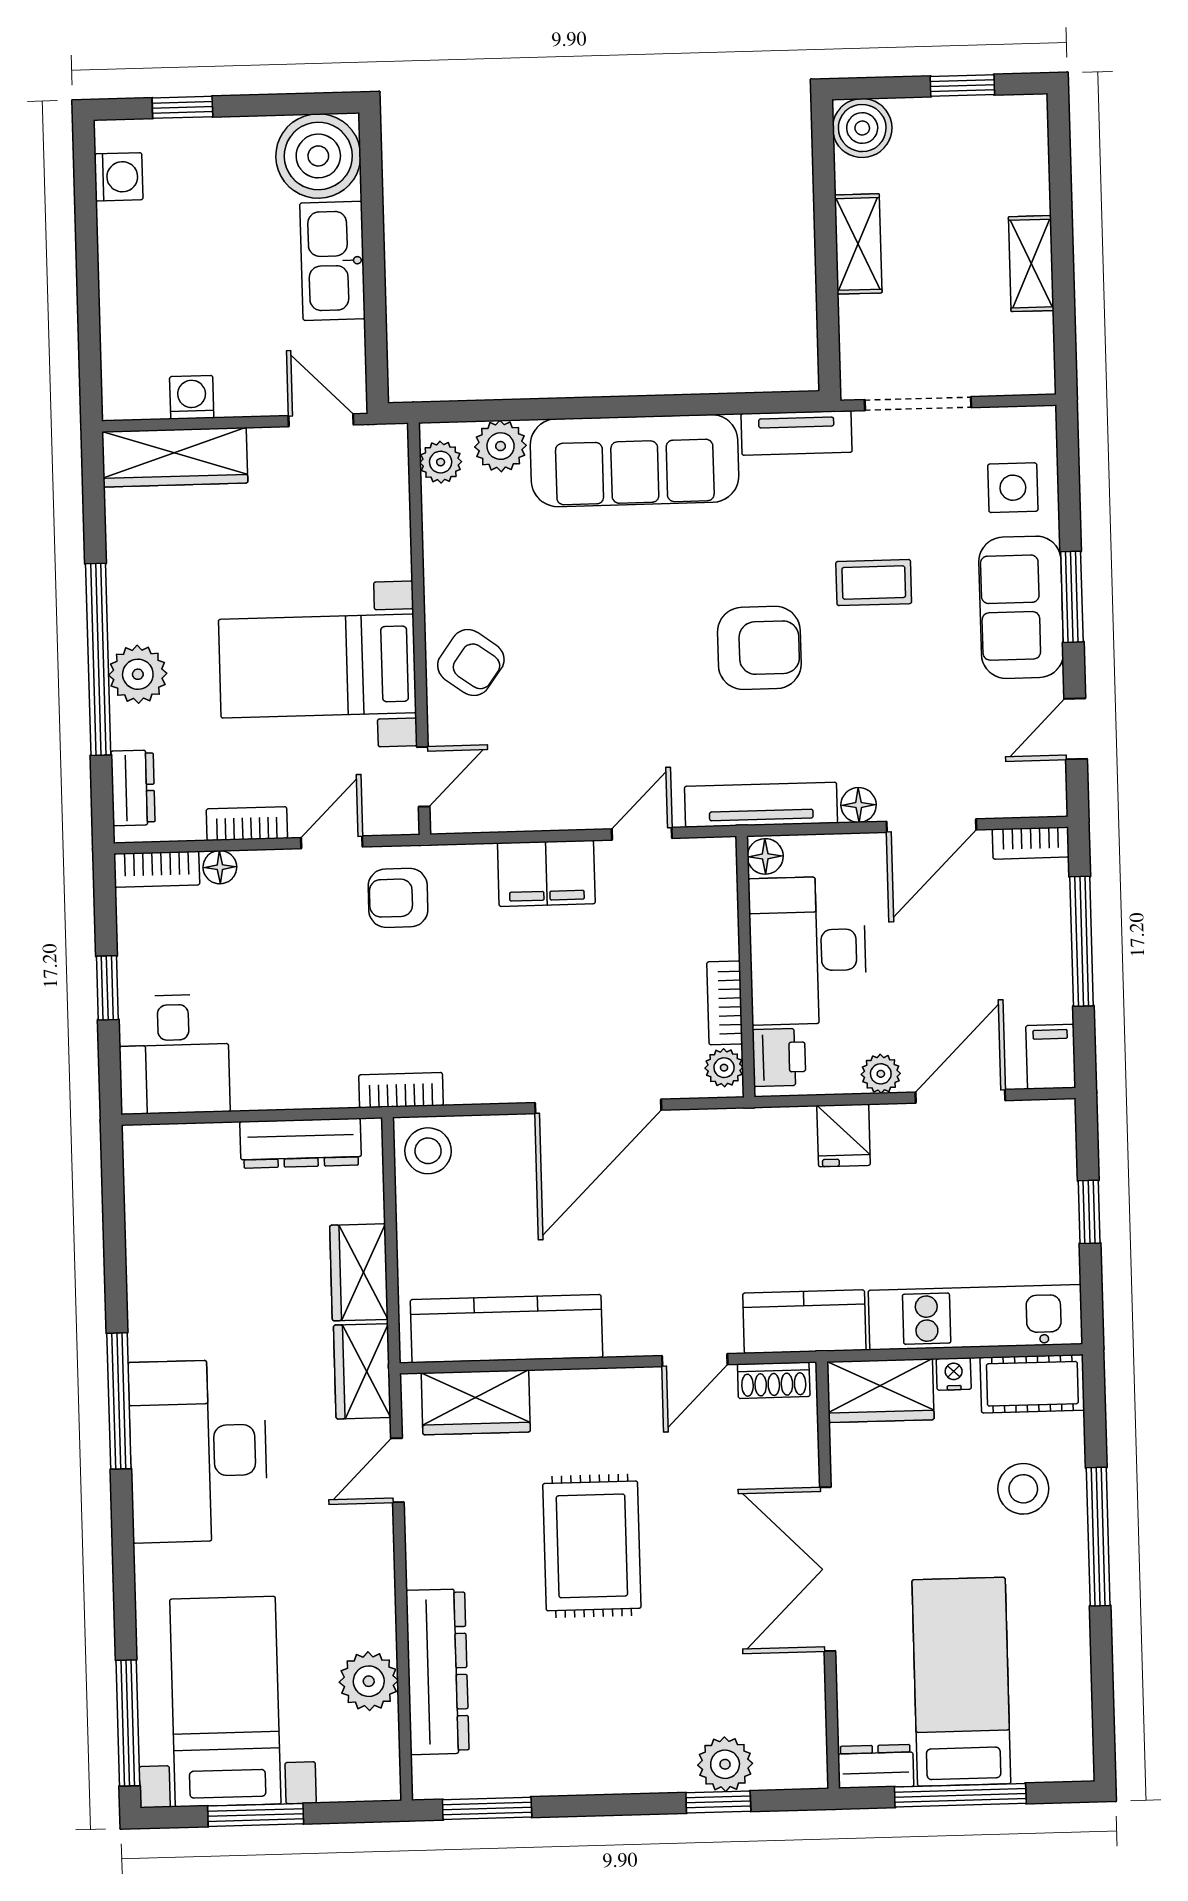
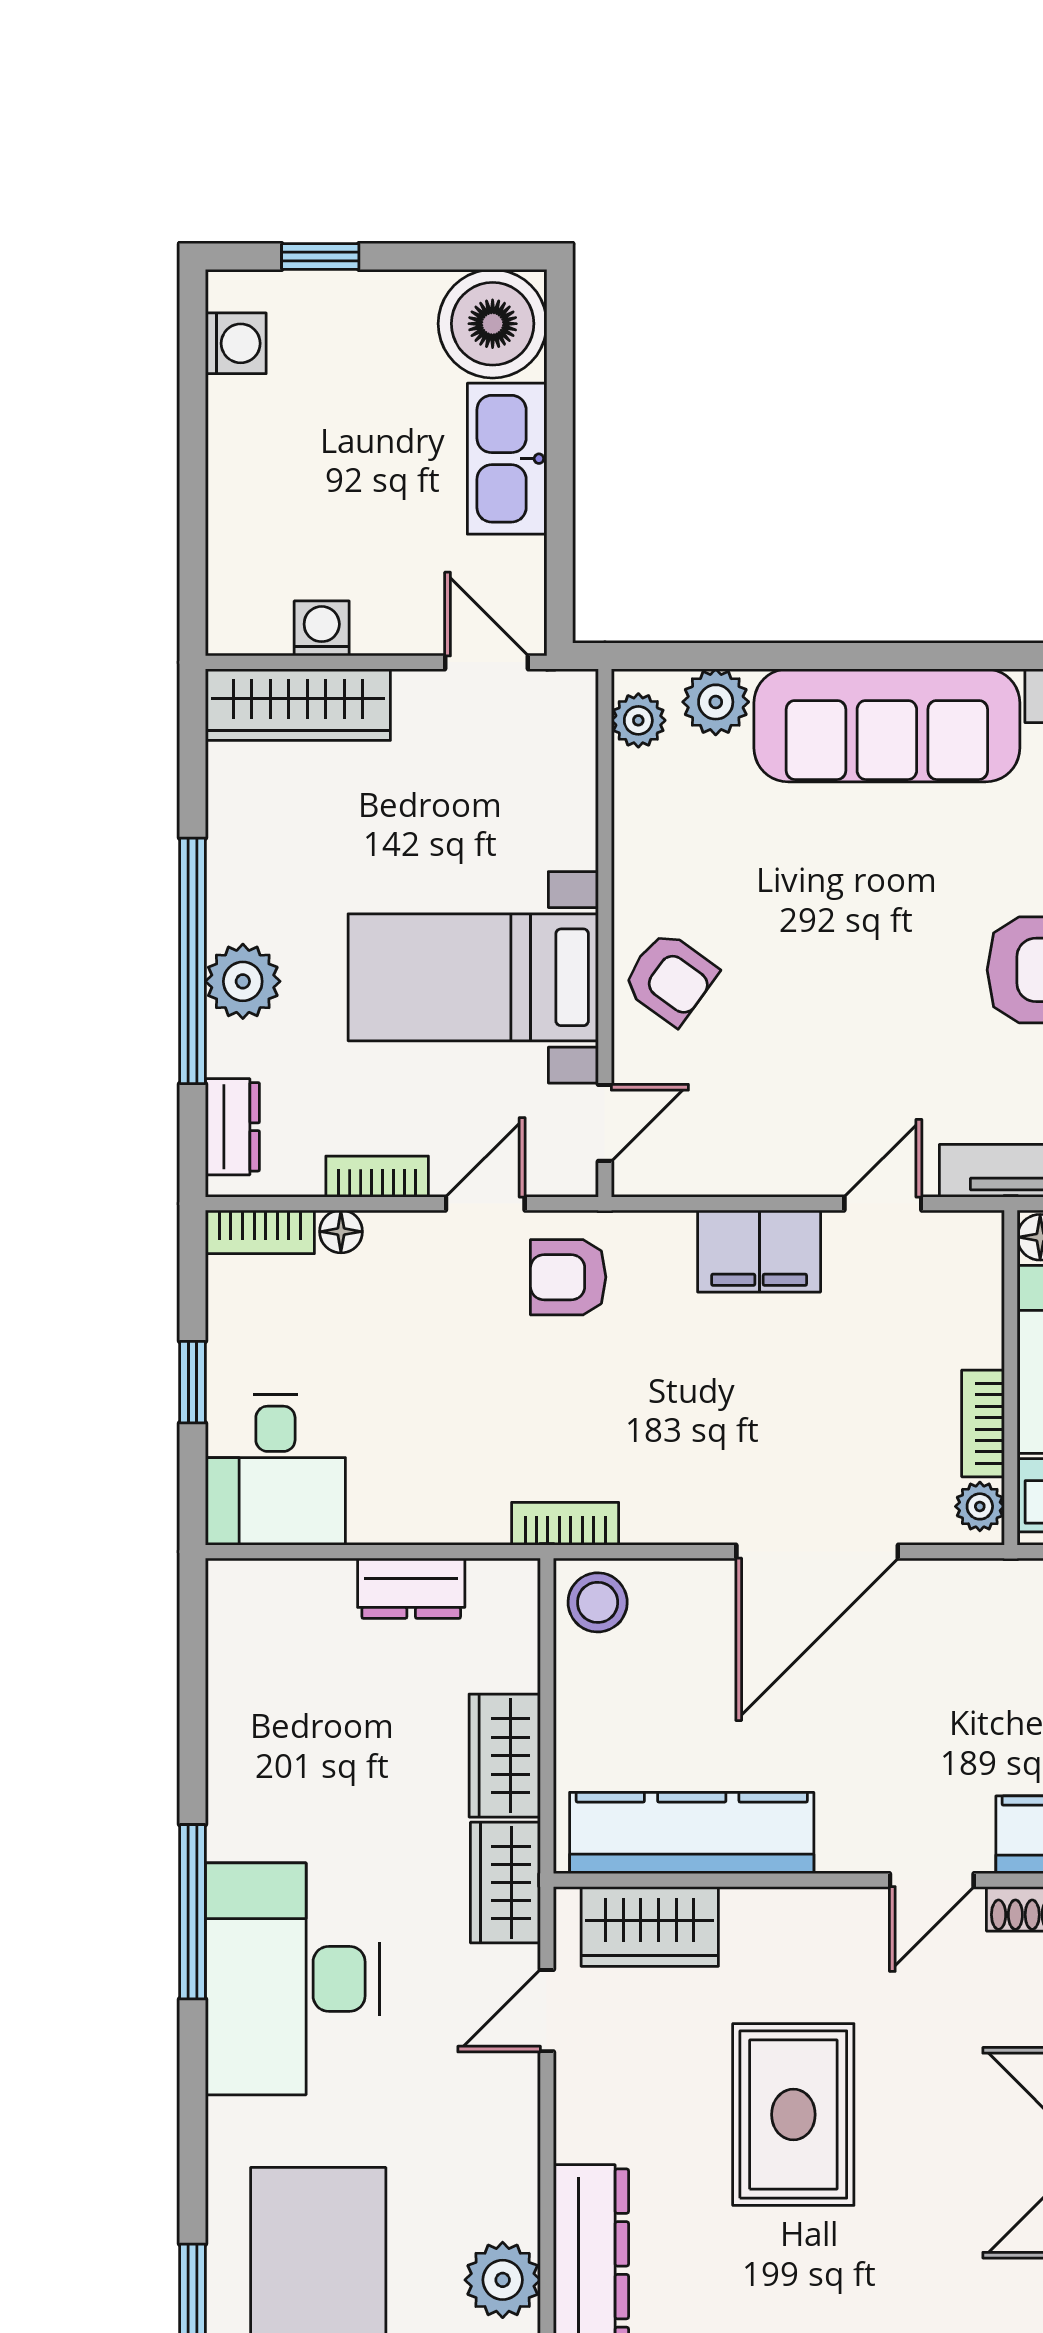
dresser: (301, 1143) -> (411, 1588), width x0.70

